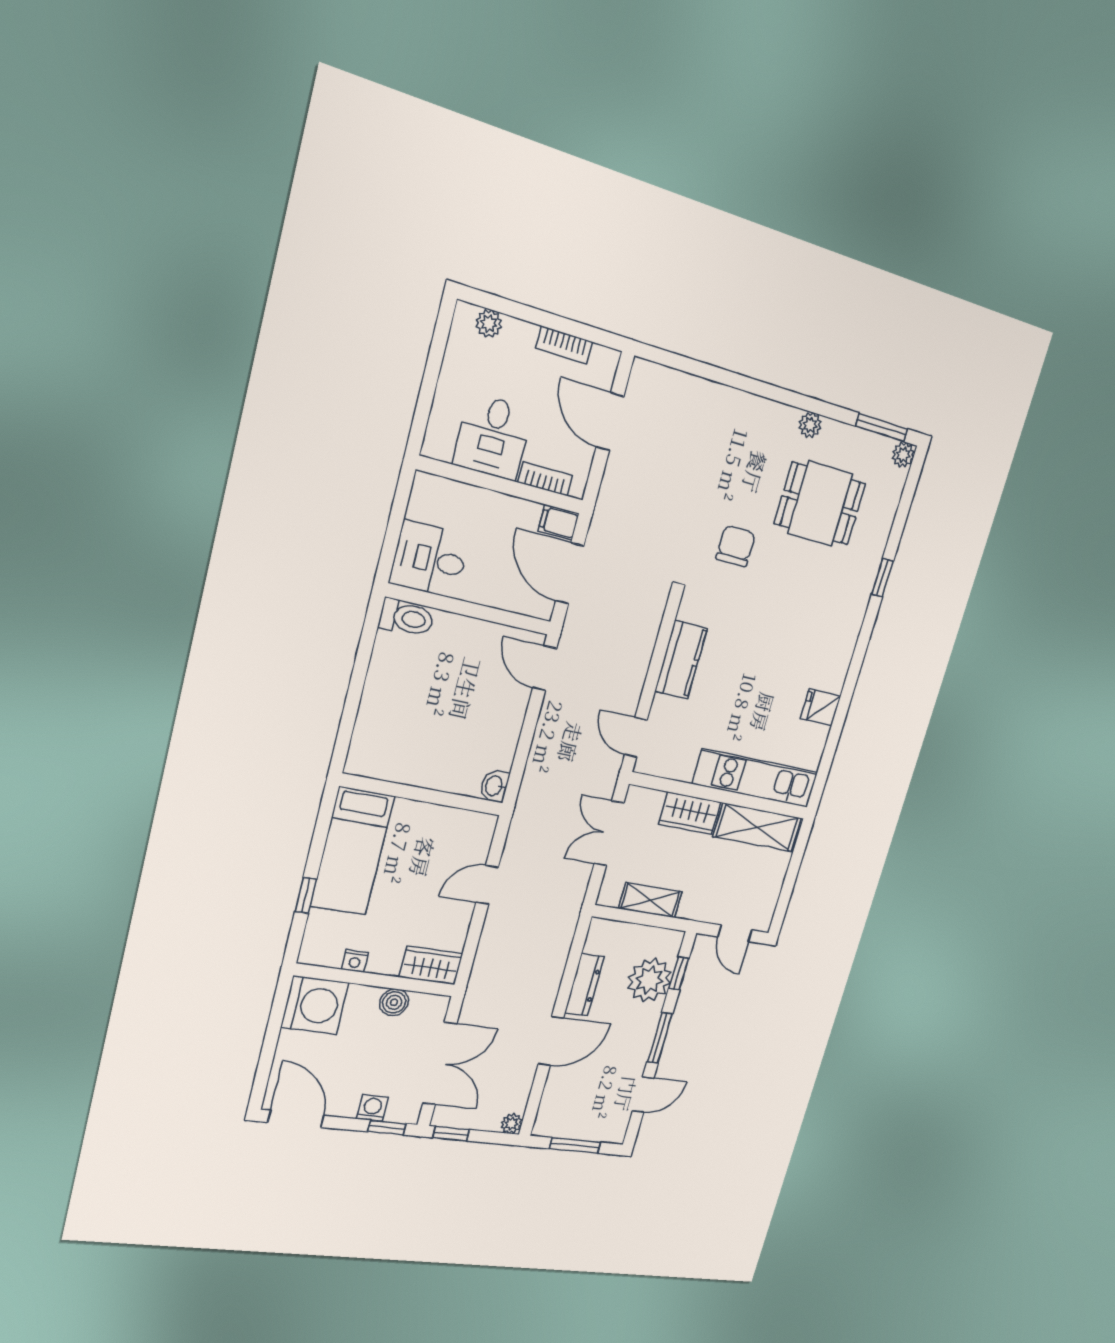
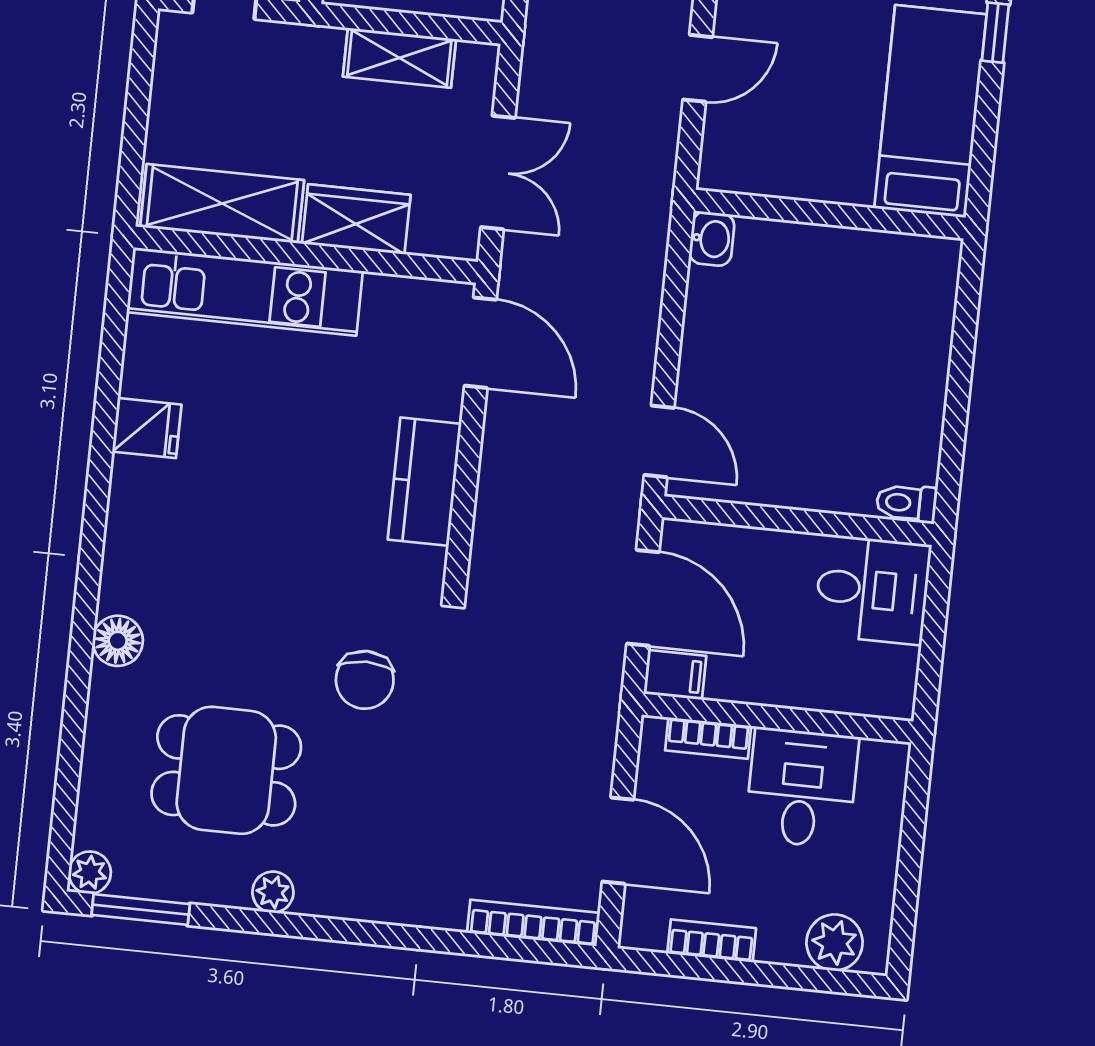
plant: (489, 324) -> (834, 943), width x1.38, depth x1.38
bookcase: (669, 378) -> (533, 923), added
window: (883, 577) -> (79, 665), removed
floor lamp: (860, 589) -> (118, 641), added
toilet: (406, 618) -> (906, 503), width x0.73, depth x0.72
door: (636, 737) -> (480, 343), width x1.38

